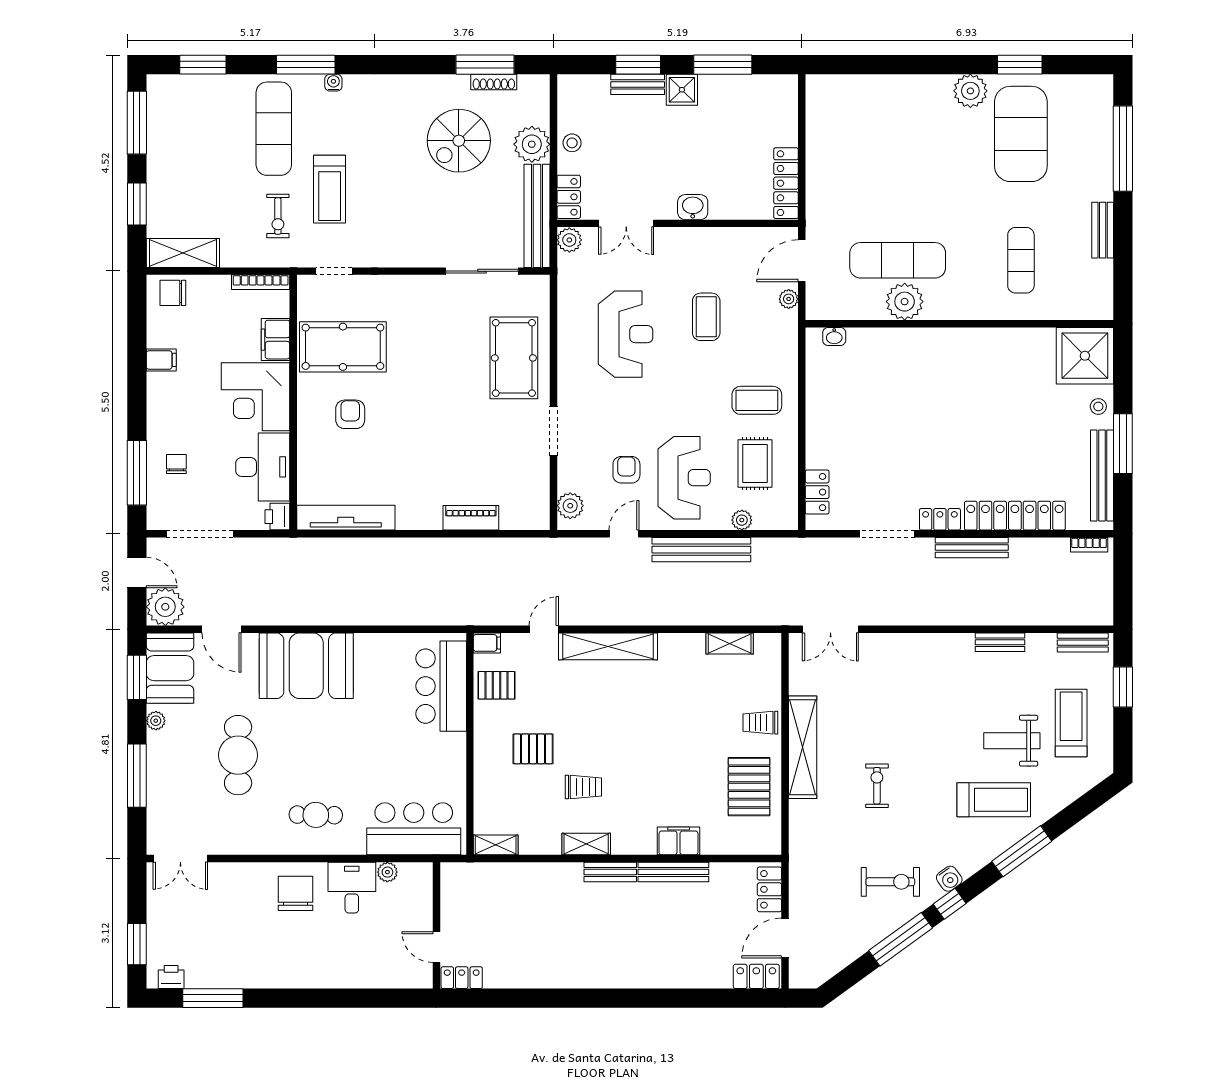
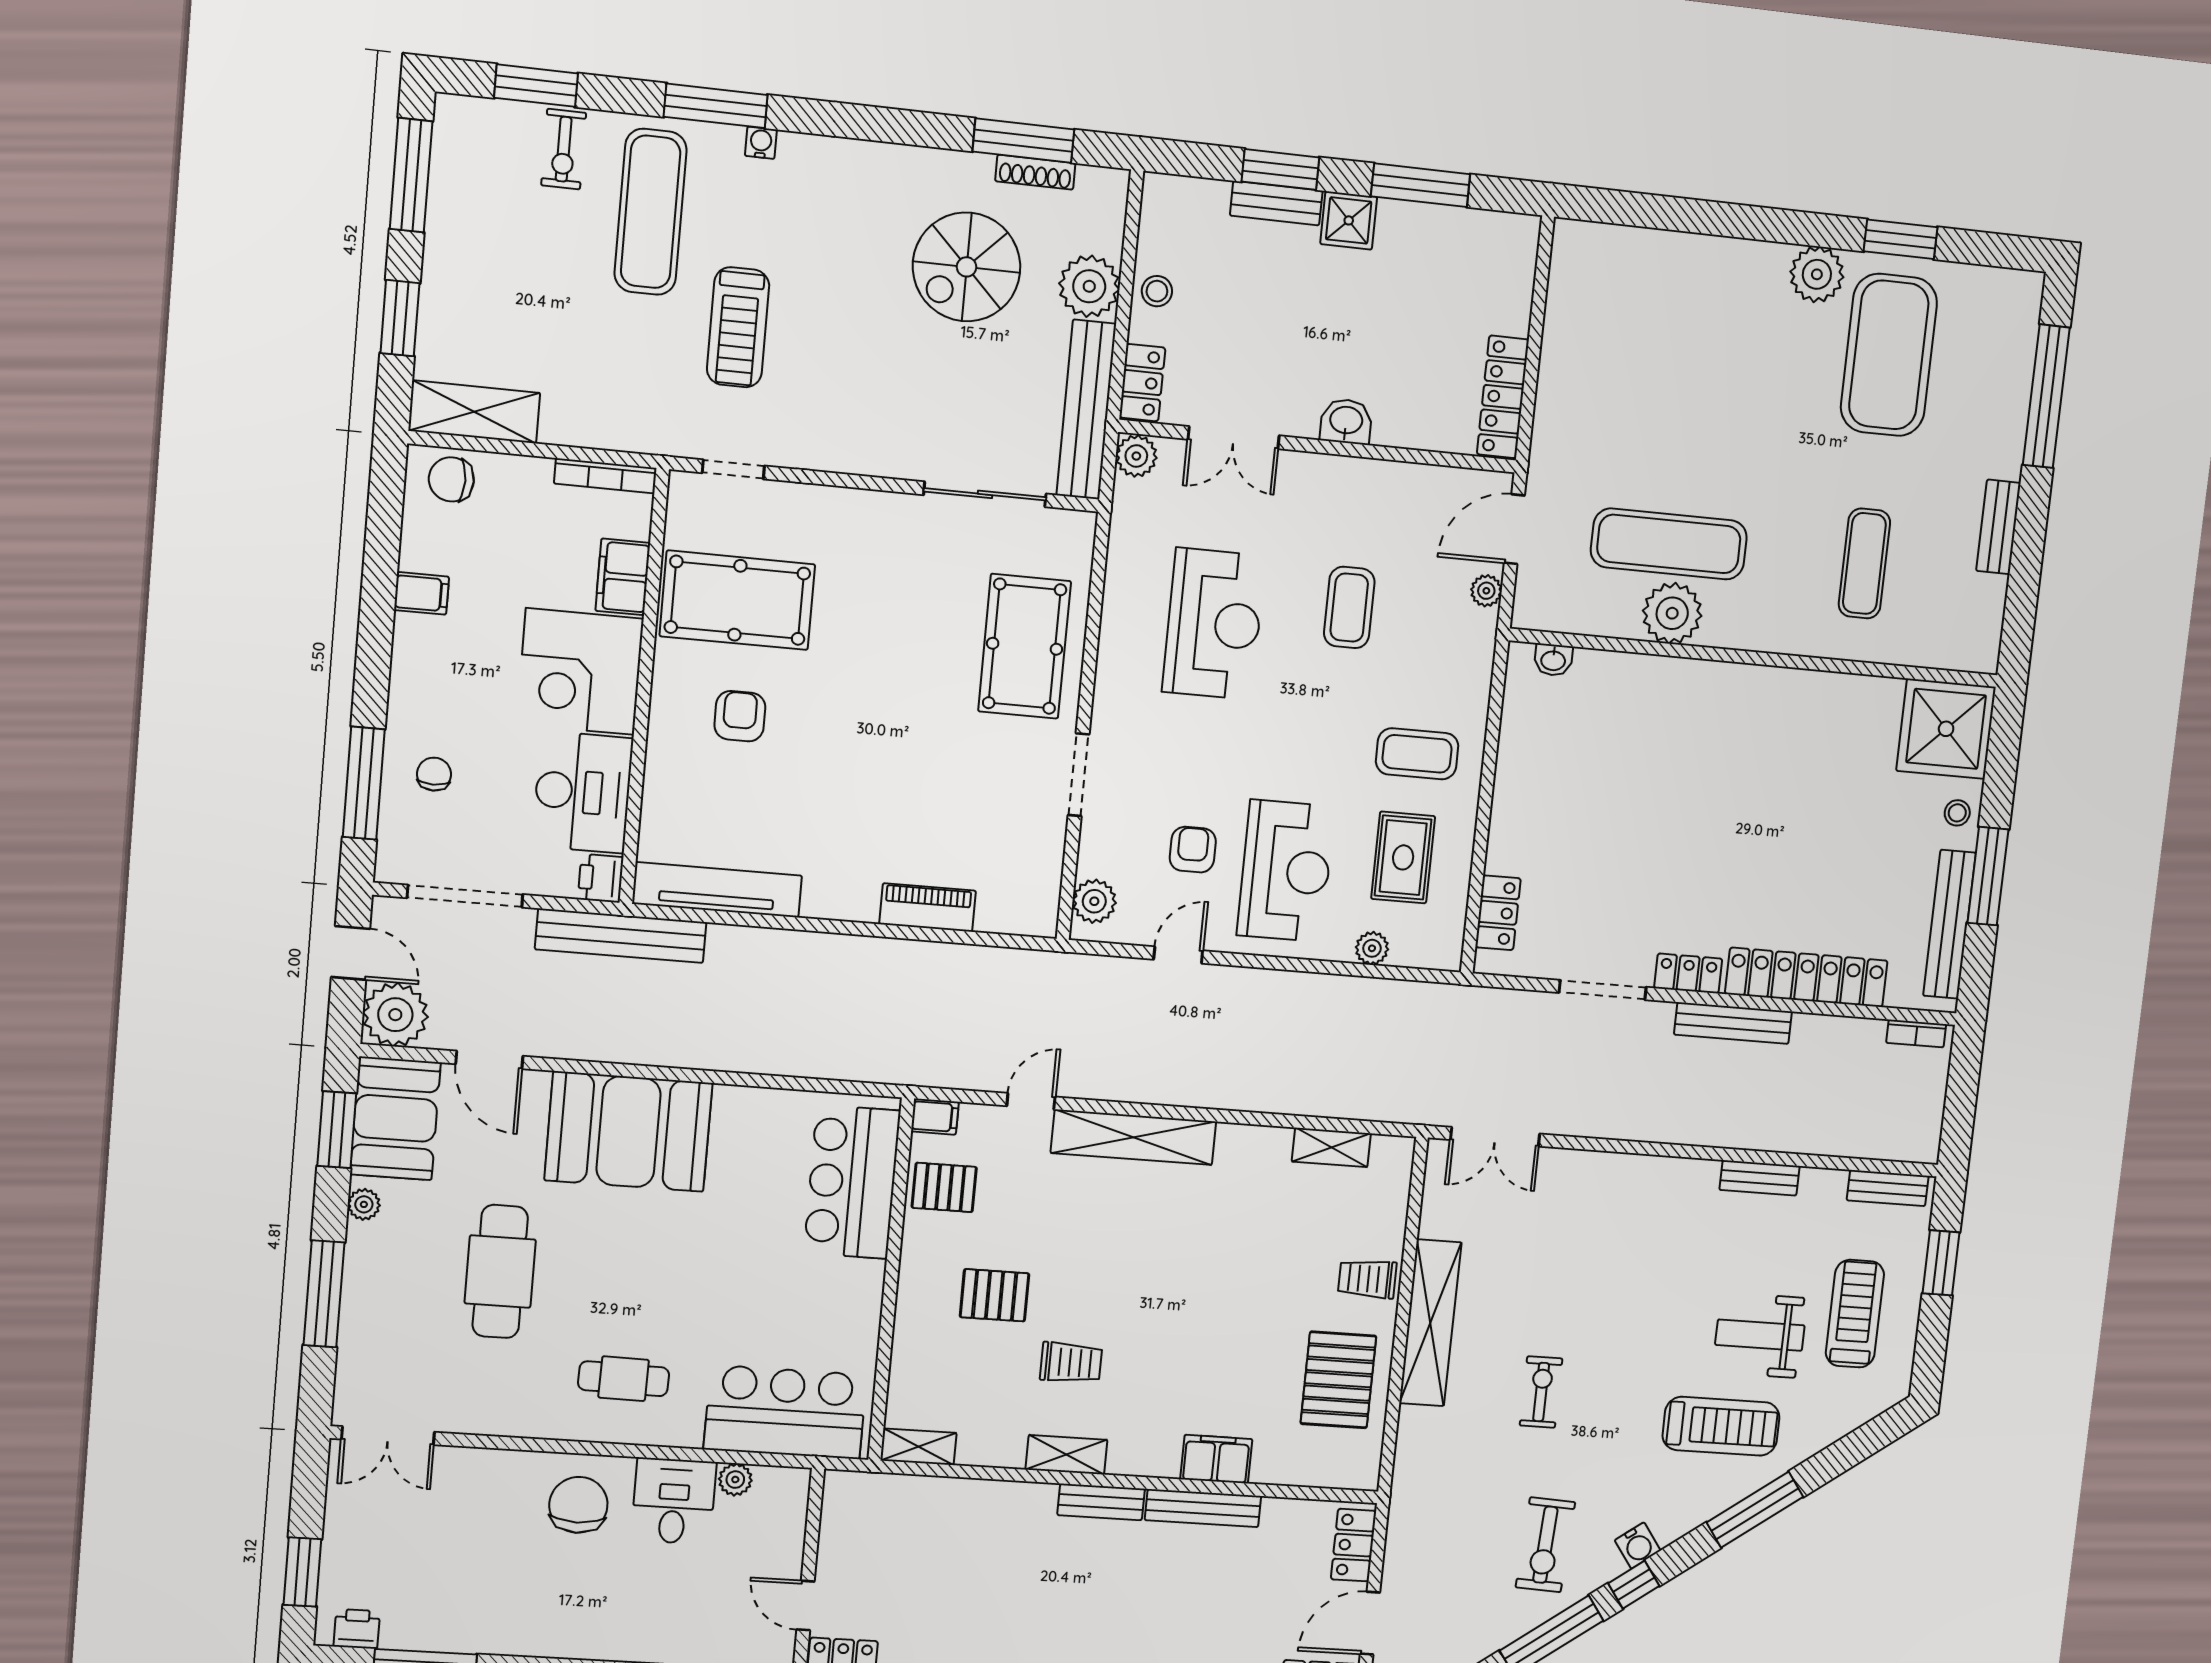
exercise bike: (278, 216) -> (564, 149), moved
bench: (701, 550) -> (621, 936), moved
exercise bike: (890, 882) -> (1545, 1545), turned 93

